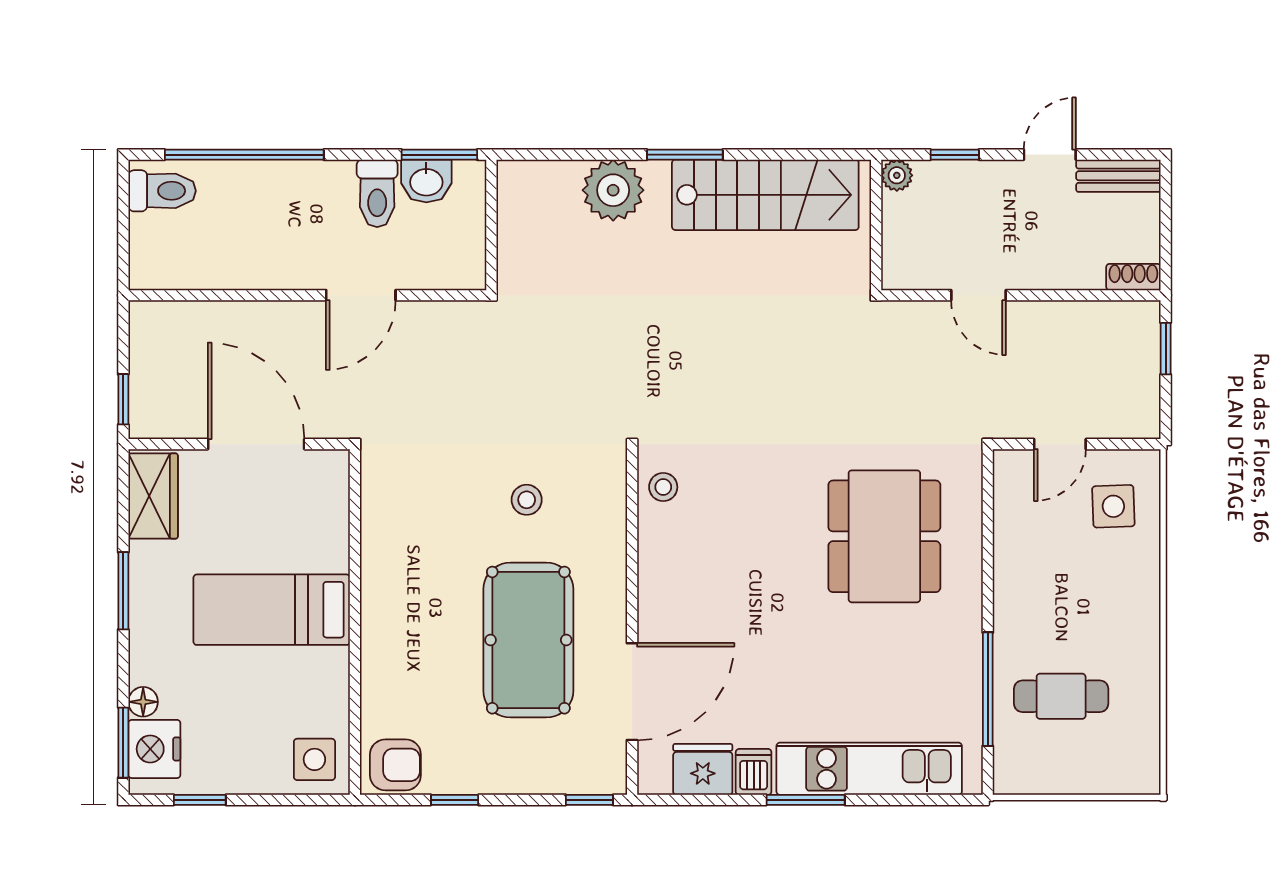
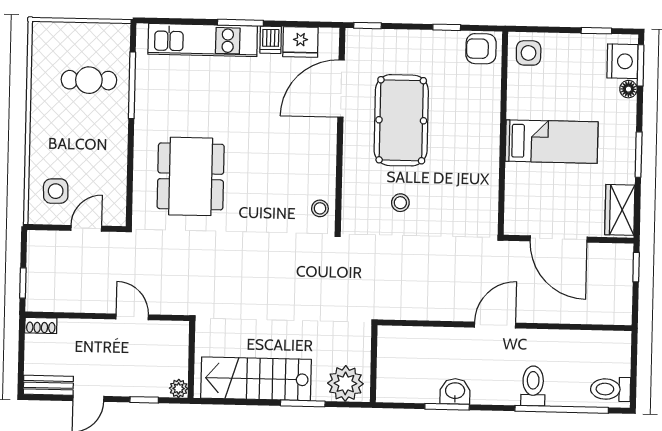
toilet: (377, 193) -> (533, 386), moved
wall: (491, 225) -> (374, 364), moved

